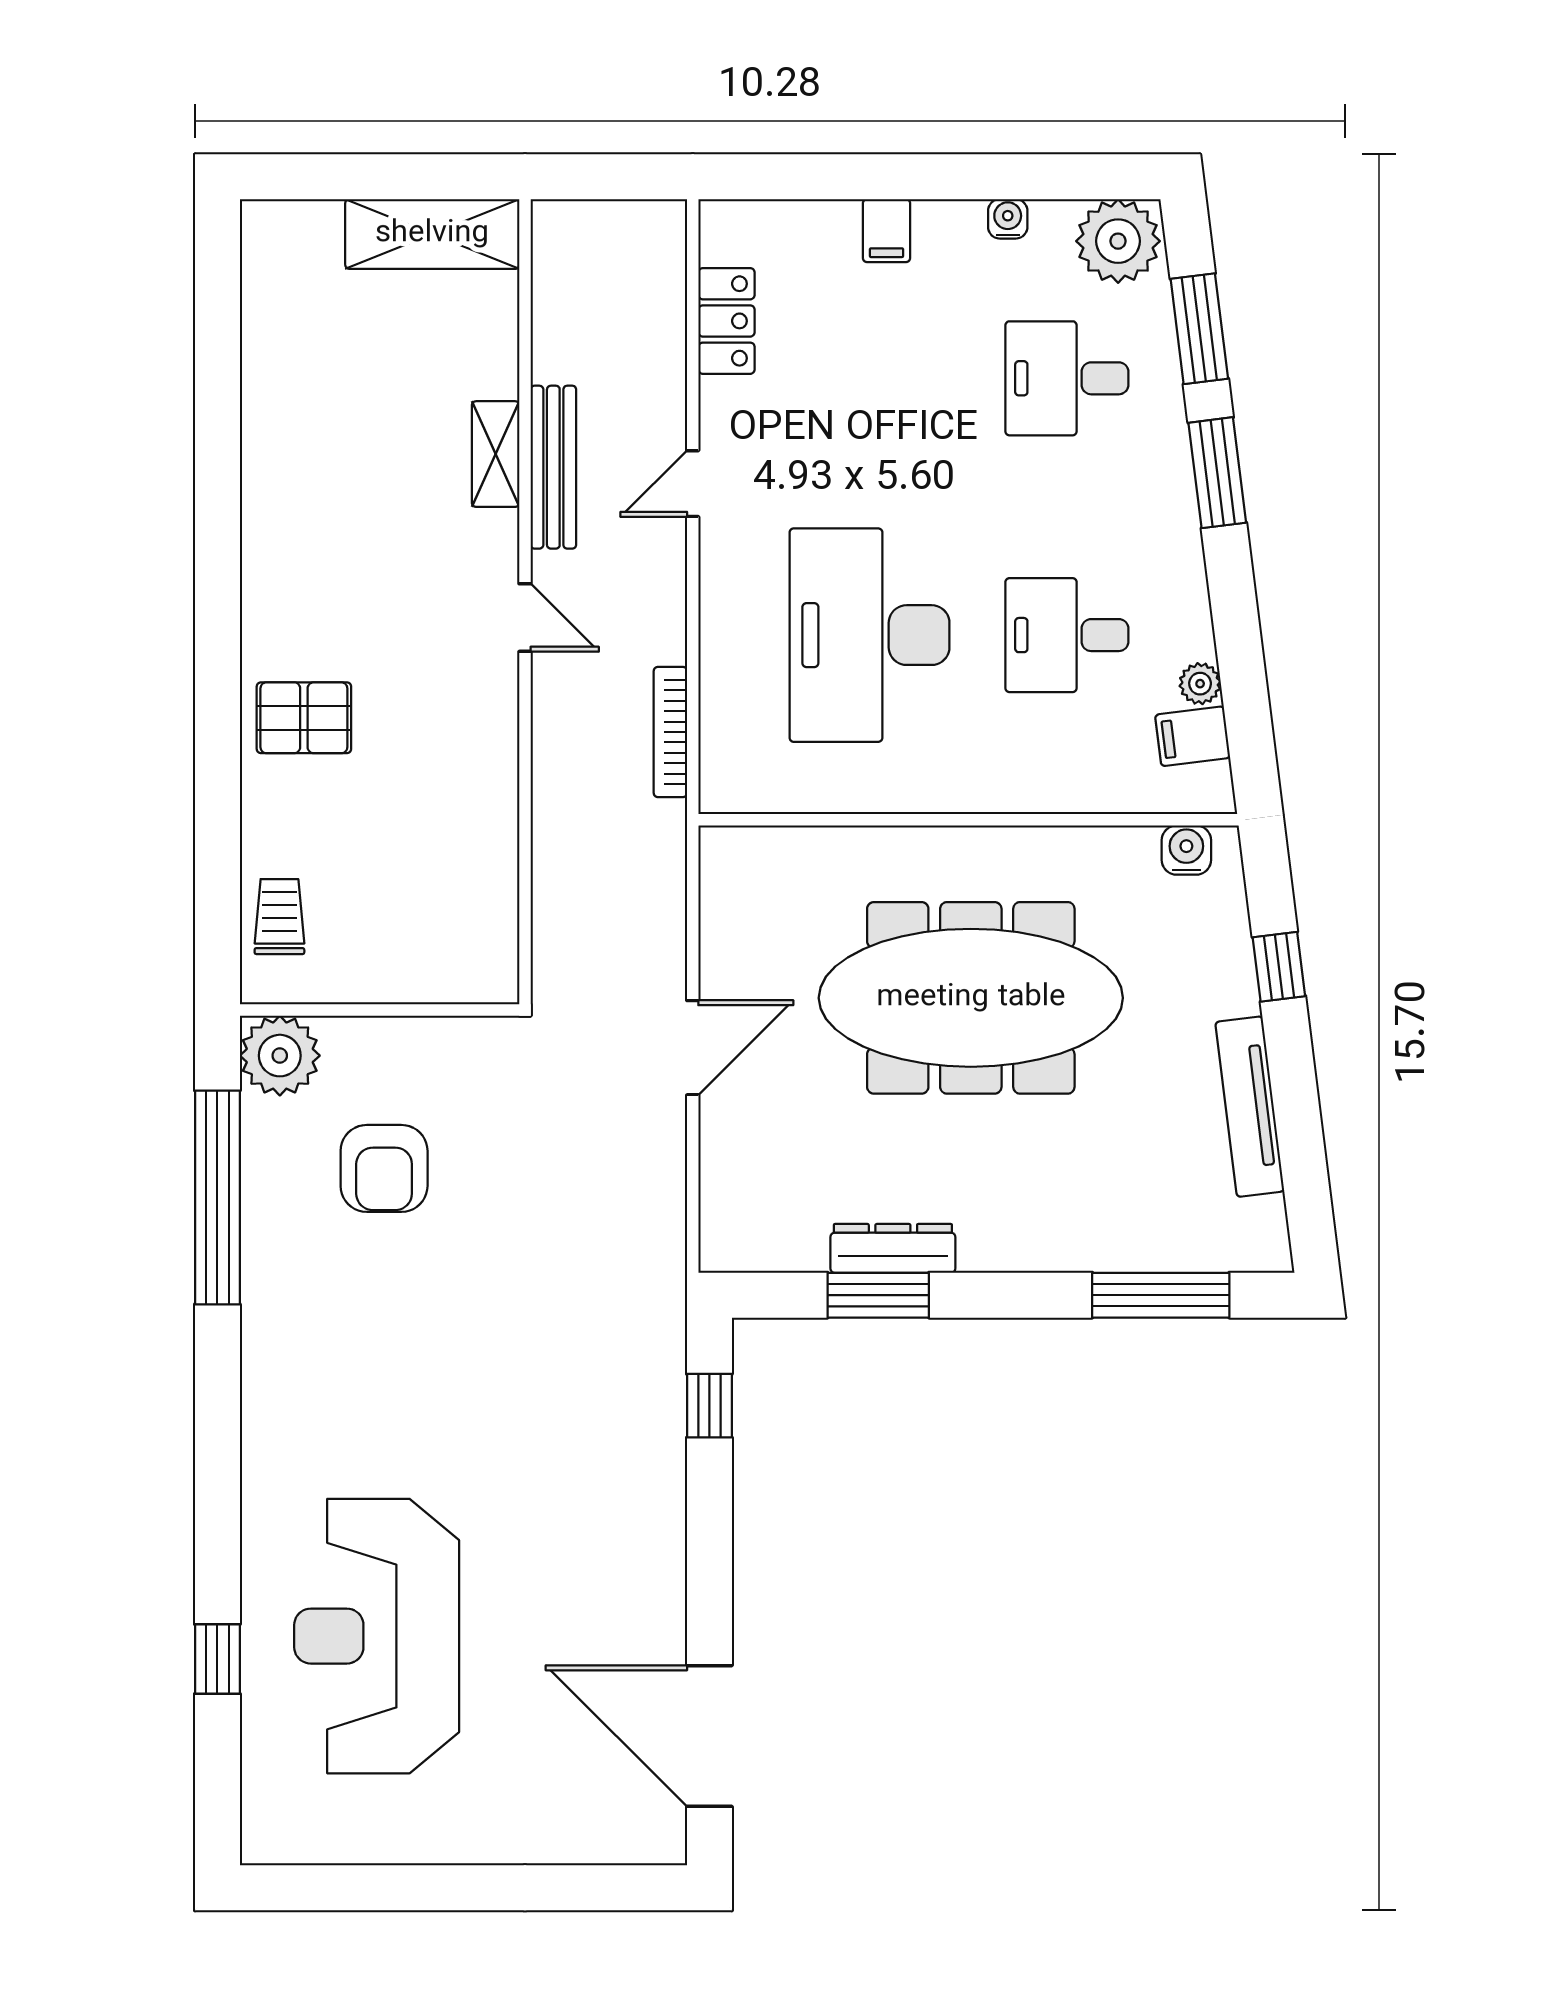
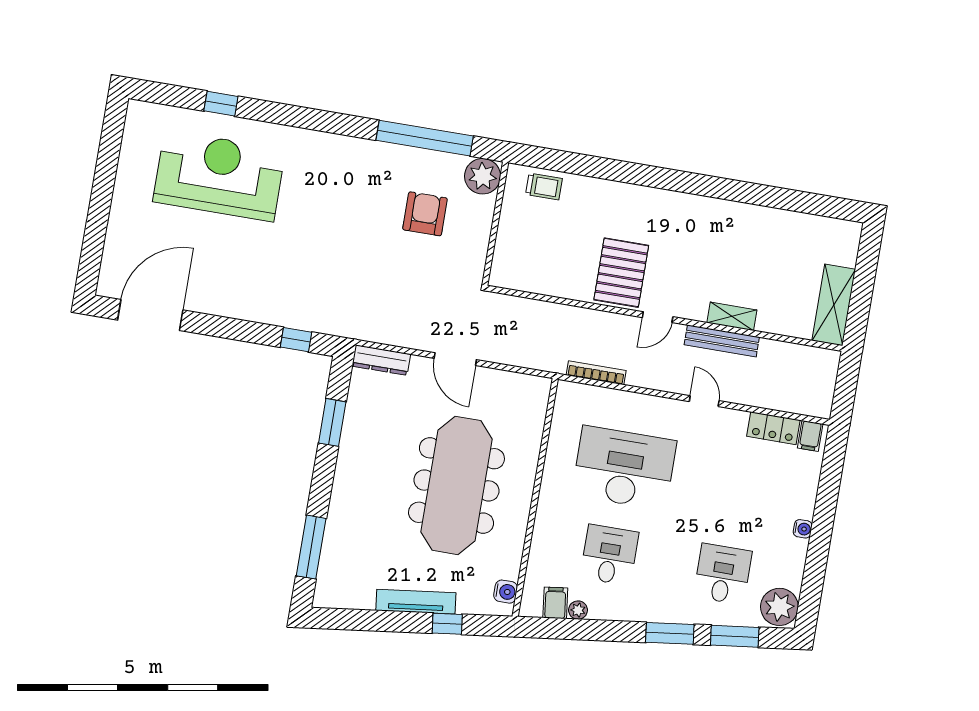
water cooler: (1008, 219) -> (803, 529), moved
filing cabinet: (886, 231) -> (810, 436), moved, turned -90
pallet: (304, 718) -> (621, 273), moved, width x1.50, depth x1.42
tv unit: (1250, 1107) -> (416, 602), moved
armchair: (384, 1168) -> (425, 214), turned 90
dresser: (893, 1248) -> (381, 360), moved, turned 90

